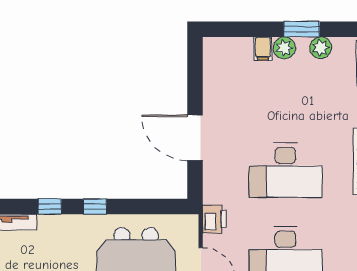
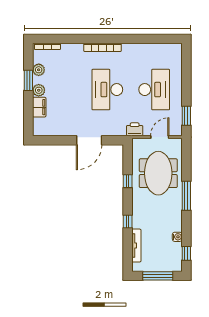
filing cabinet: (263, 49) -> (39, 107), width x2.00
desk: (285, 170) -> (107, 90), turned 180
window: (95, 207) -> (128, 181), moved

